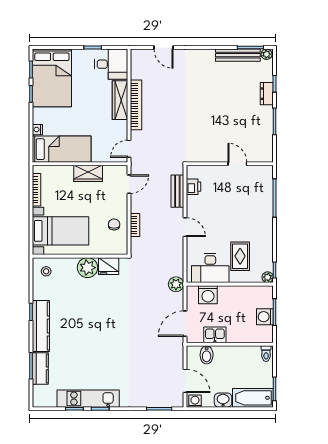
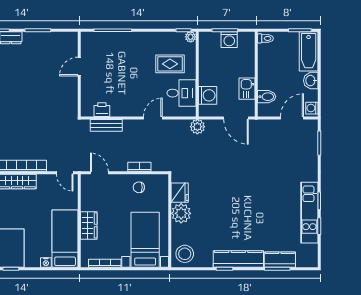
wardrobe: (88, 173) -> (89, 225), moved
door: (185, 227) -> (153, 118), moved
desk: (210, 268) -> (182, 93), width x0.73
stool: (46, 271) -> (185, 254), width x1.89, depth x1.89

